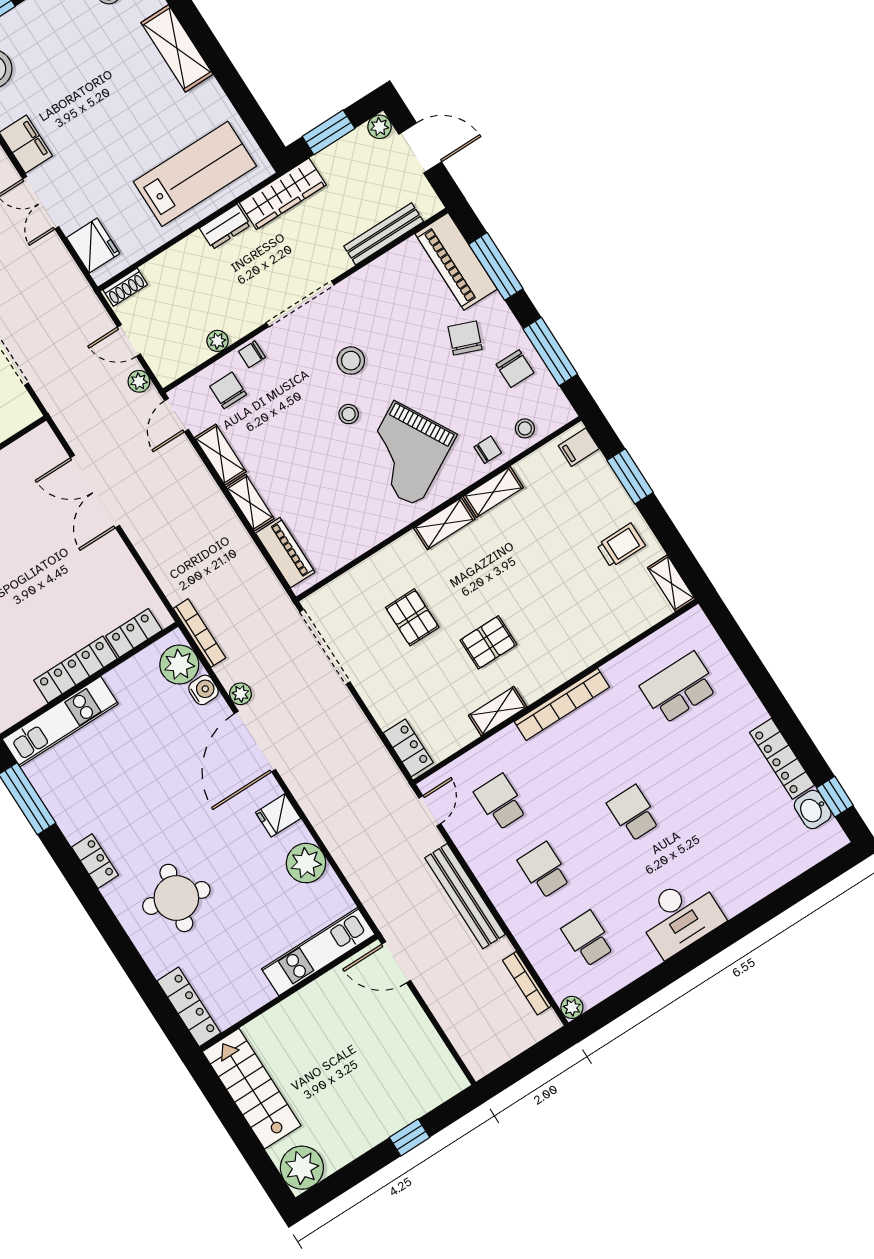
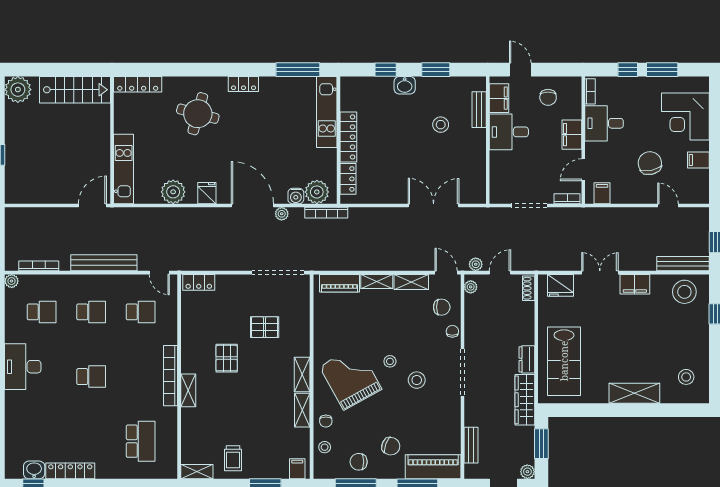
bench: (384, 234) -> (471, 445), width x0.73
plant: (217, 341) -> (471, 287), moved
shelving: (498, 711) -> (188, 390), moved

